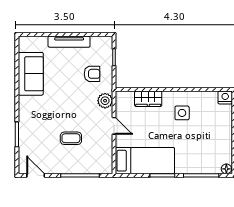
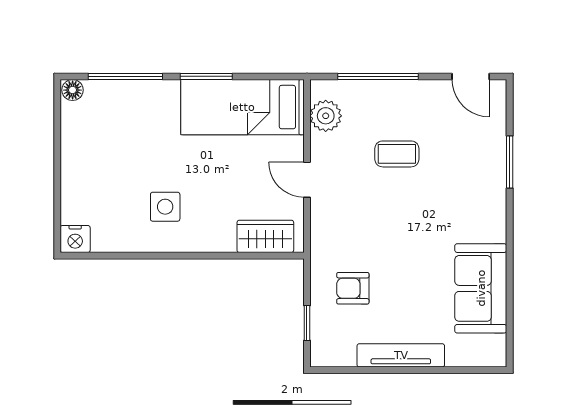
wardrobe: (148, 99) -> (265, 236), moved
plant: (105, 101) -> (326, 116), moved

